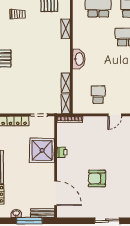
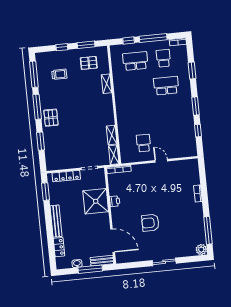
washbasin: (79, 59) -> (122, 111), removed
door: (115, 115) -> (161, 161), swing flipped

